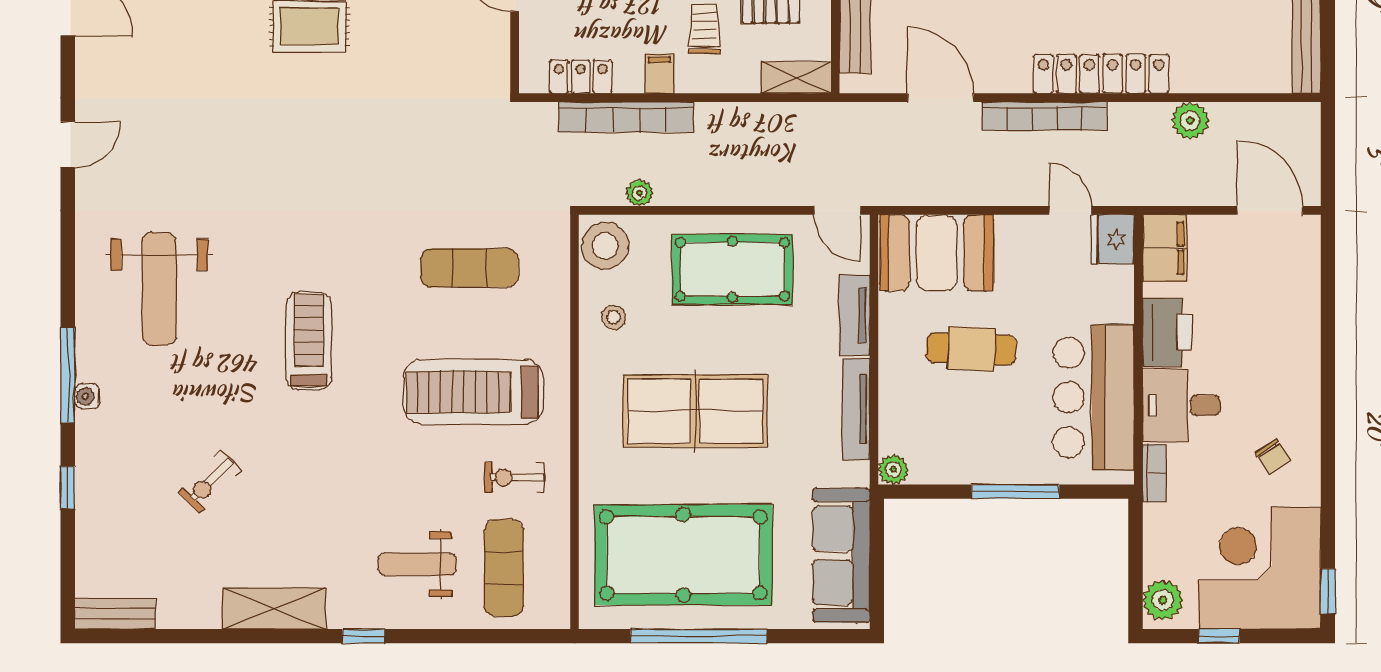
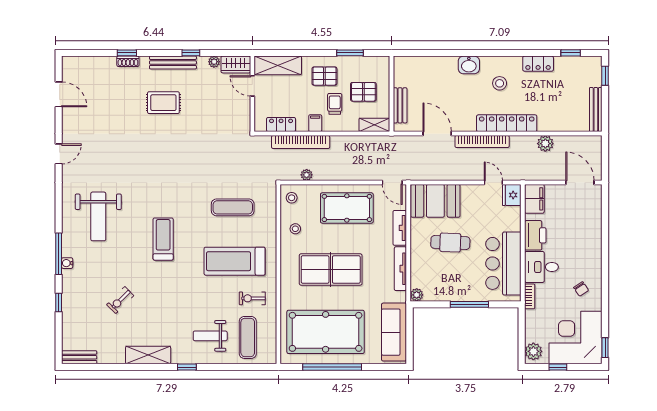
stool: (605, 246) -> (292, 198), width x0.53, depth x0.53

